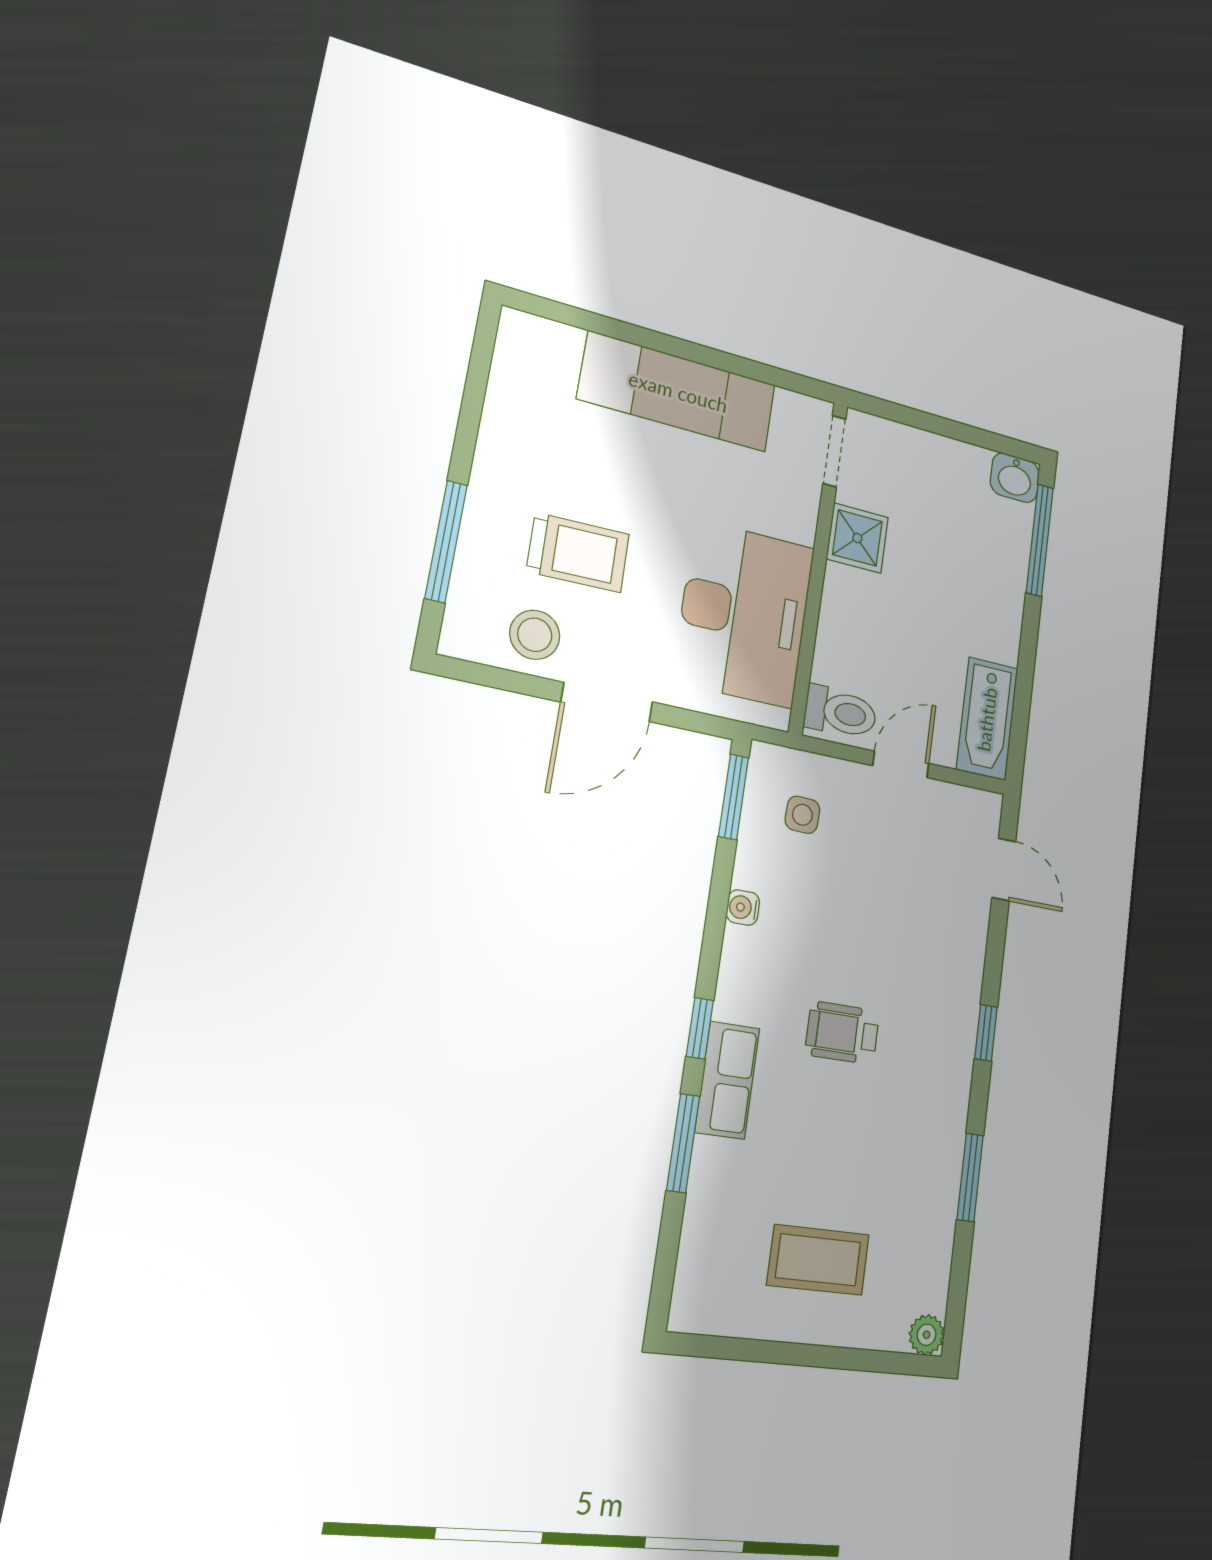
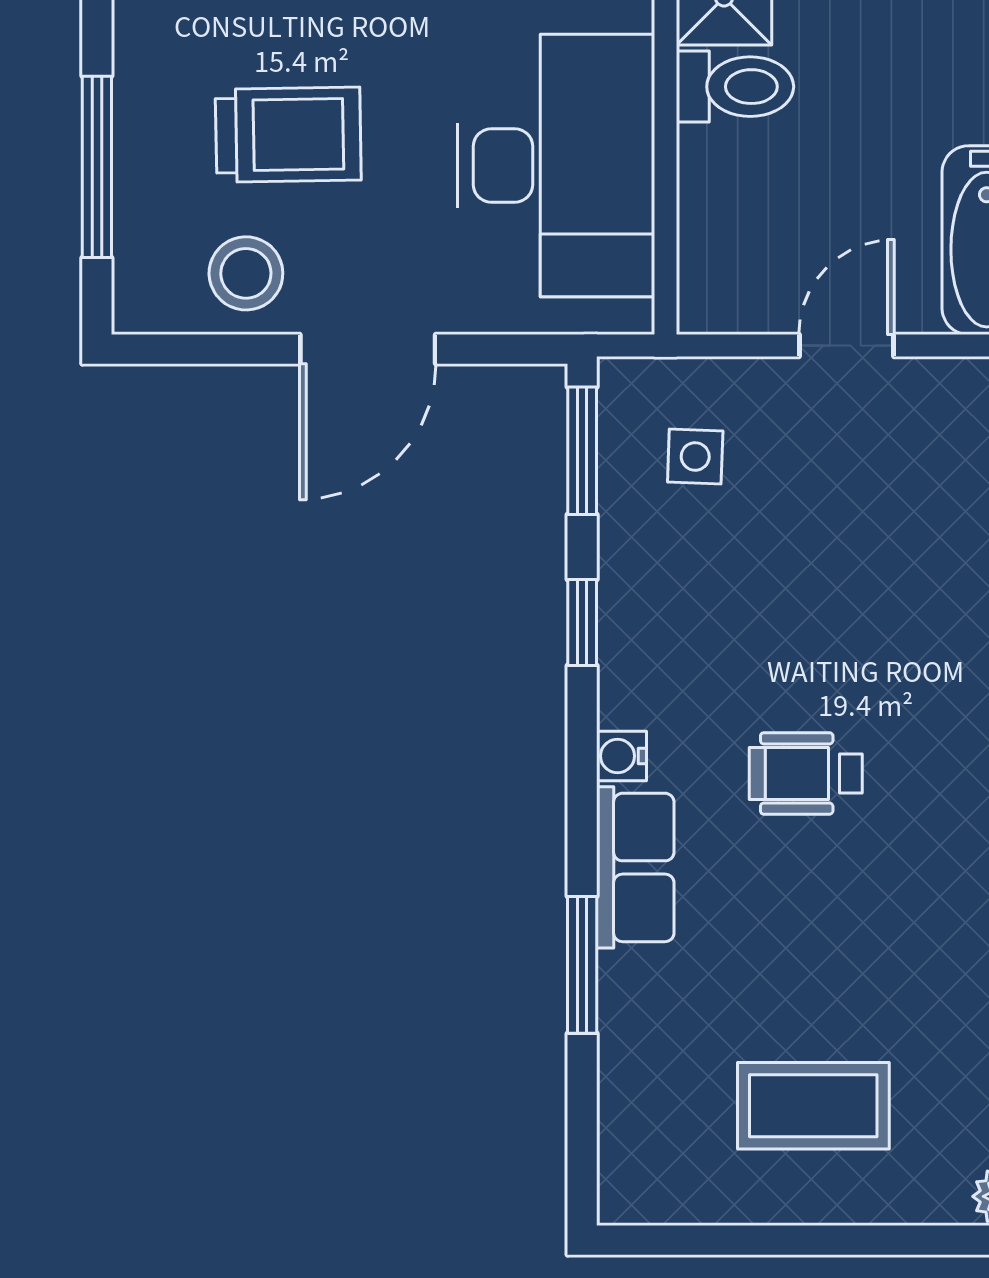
toilet: (841, 712) -> (735, 87), moved
water cooler: (743, 908) -> (622, 756), moved
window: (700, 1028) -> (582, 622), moved

